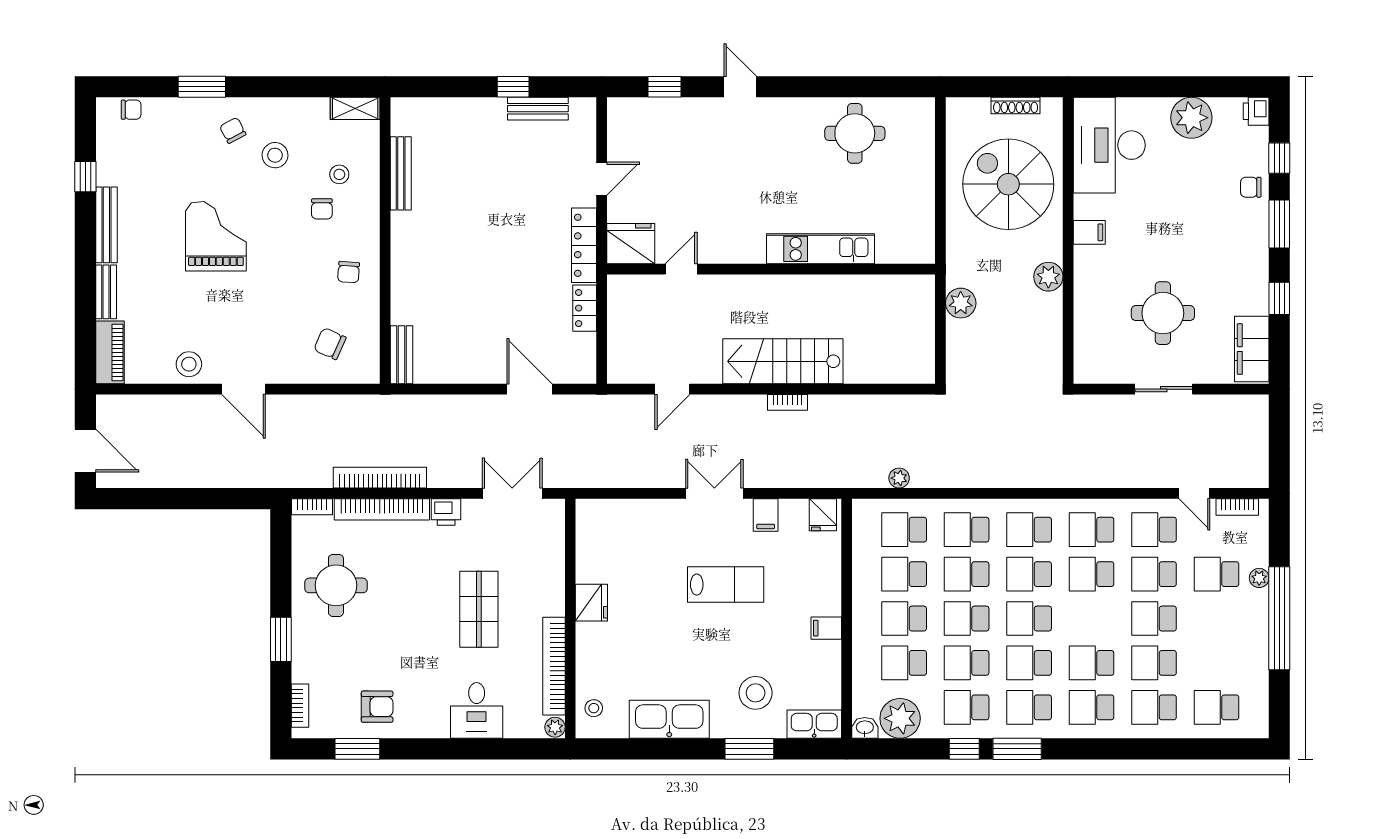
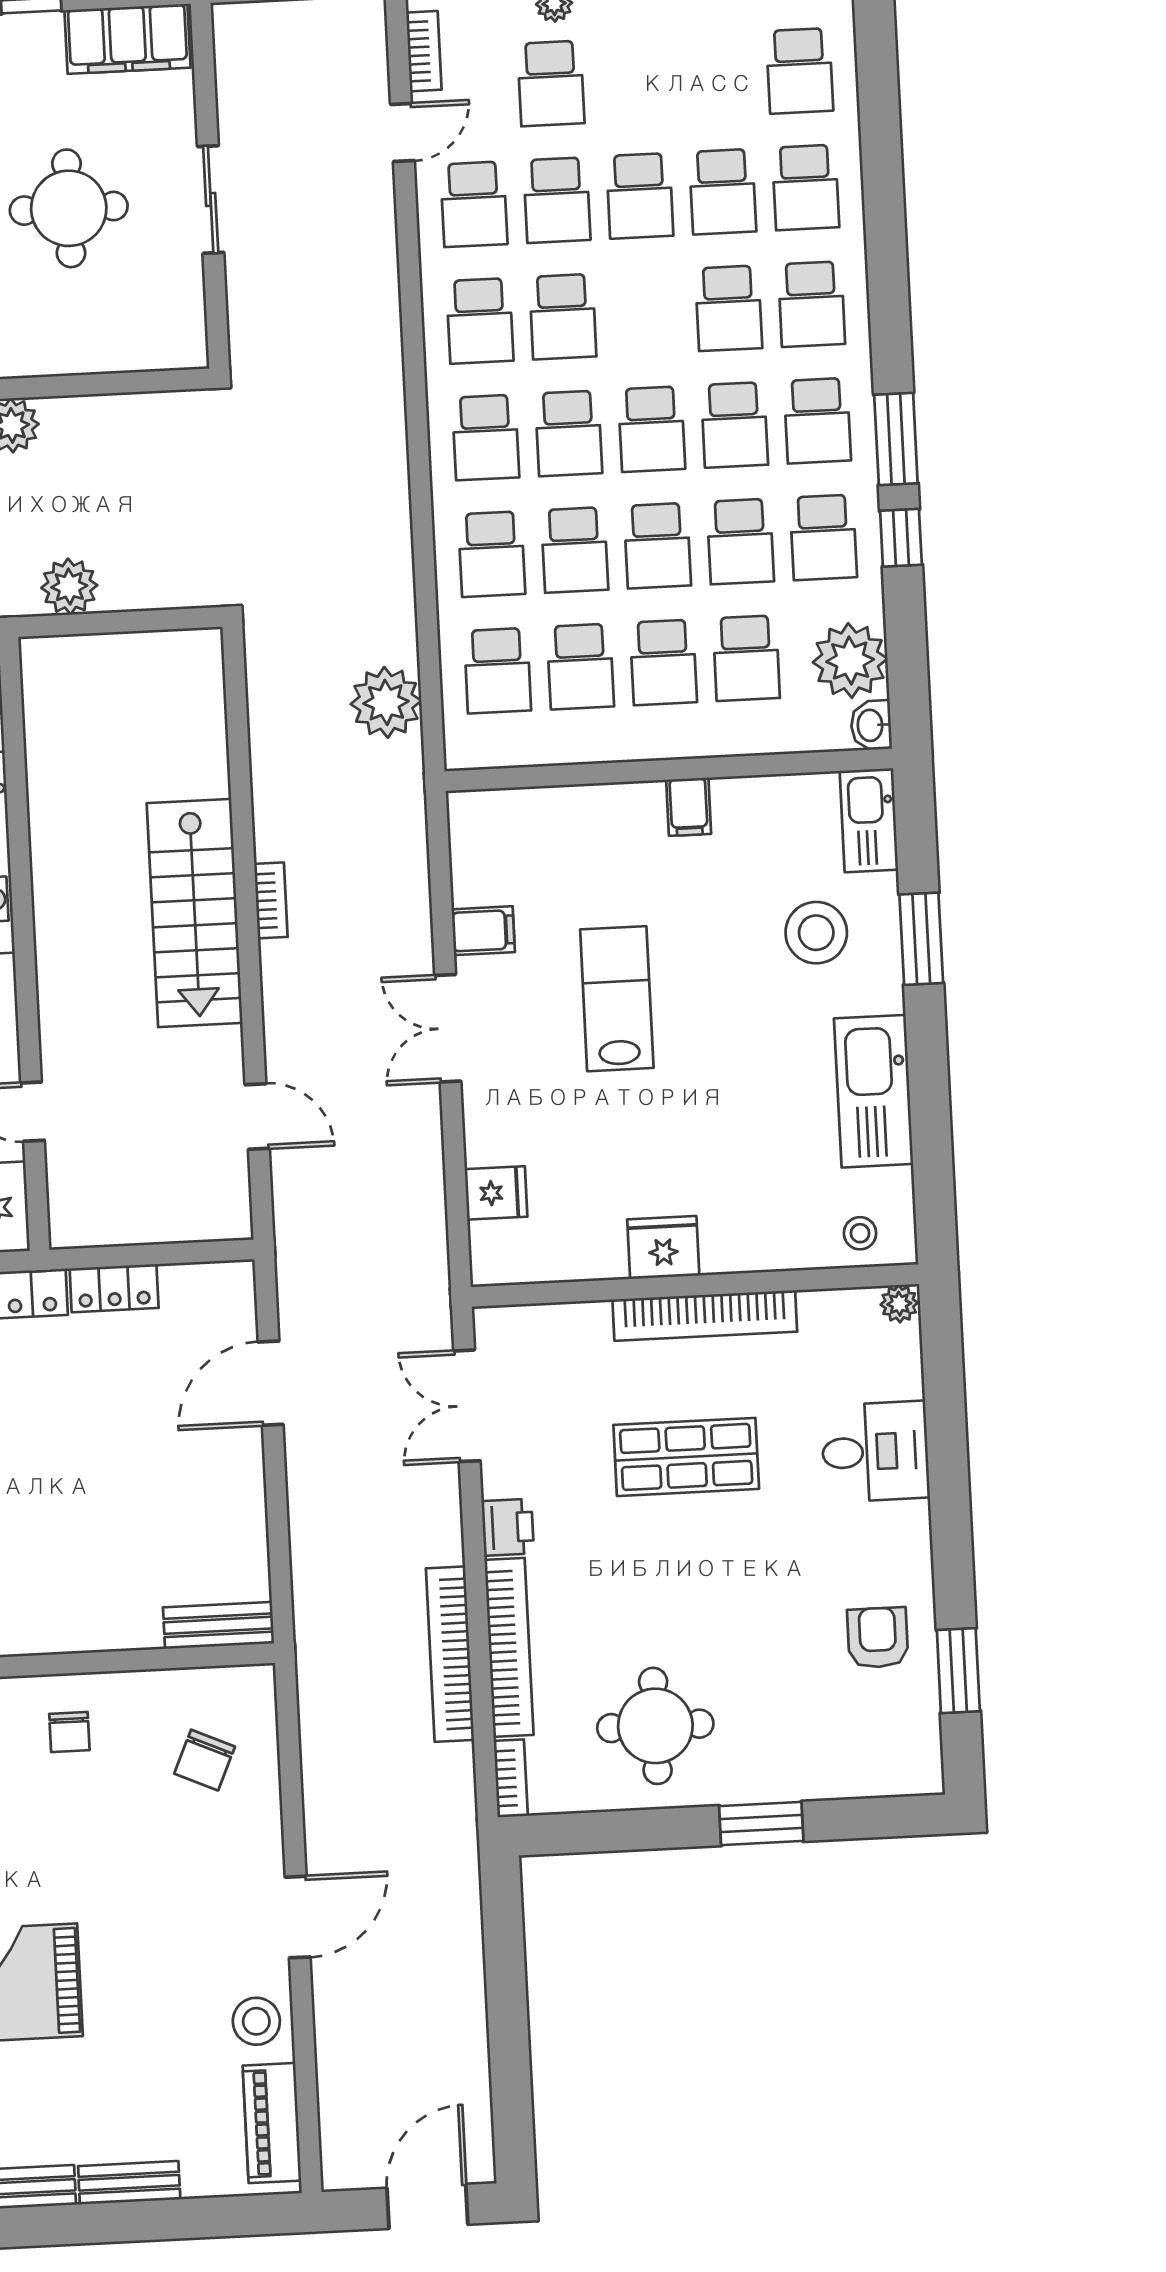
chair: (349, 272) -> (69, 1732), turned 86
piano: (110, 352) -> (272, 2123), moved, turned -90
plant: (899, 478) -> (386, 702), width x1.88, depth x1.88
fridge: (823, 515) -> (496, 1193), moved
bookcase: (554, 666) -> (705, 1316), moved
bookcase: (300, 706) -> (883, 1782), removed

